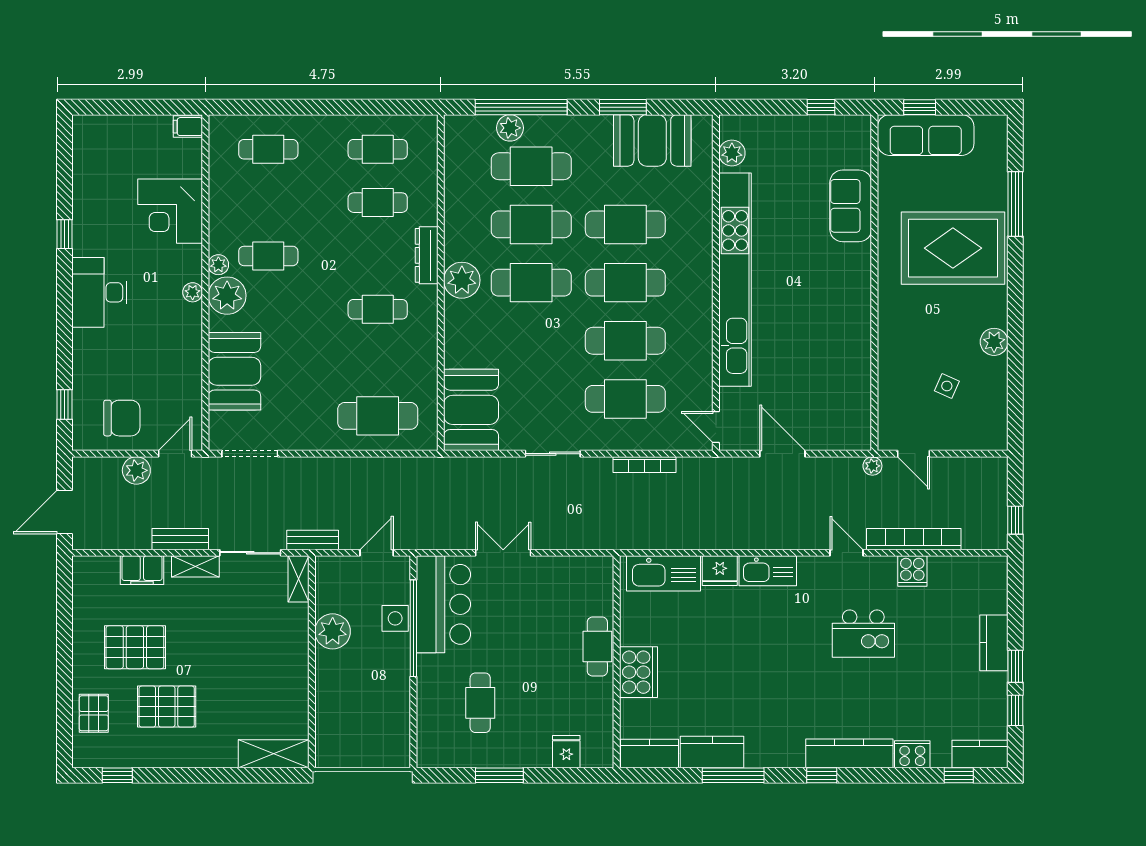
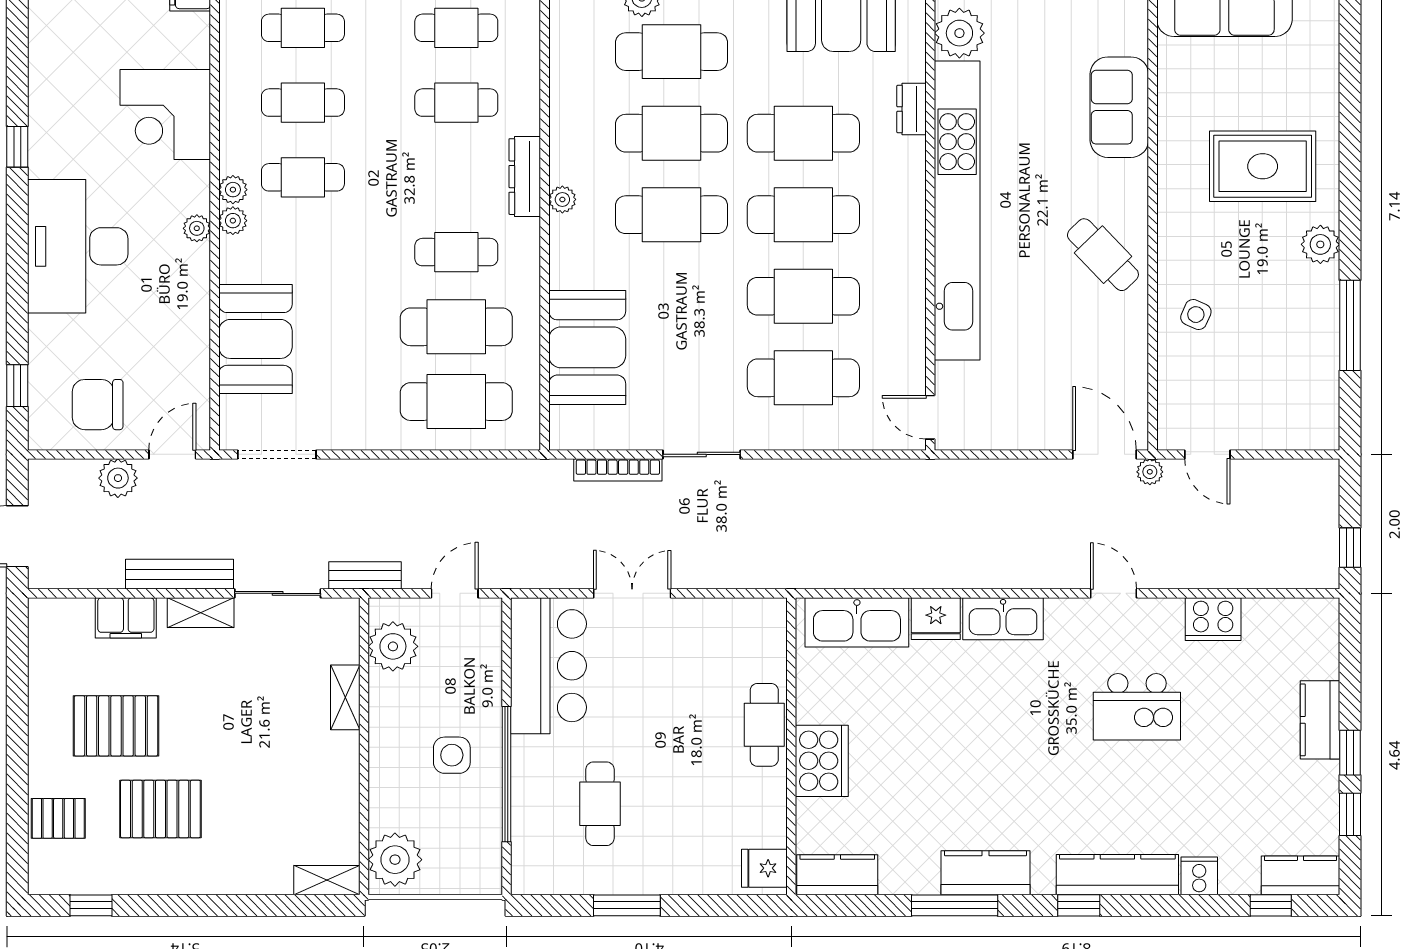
plant: (732, 153) -> (959, 33), width x1.36, depth x1.36
cafe table: (268, 203) -> (303, 103), added
window: (1015, 204) -> (1350, 325), moved
dresser: (702, 207) -> (912, 109), added
rug: (953, 248) -> (1263, 166), width x0.73, depth x0.69
plant: (462, 280) -> (562, 199), width x0.53, depth x0.53
desk: (99, 292) -> (78, 246), width x1.36, depth x1.30
plant: (227, 296) -> (233, 221), width x0.53, depth x0.53
cafe table: (839, 311) -> (1103, 255), added
plant: (994, 342) -> (1320, 244), moved
cafe table: (378, 363) -> (456, 327), added
side table: (947, 386) -> (1196, 315), moved
booth: (471, 410) -> (587, 347), moved
chair: (122, 418) -> (98, 405), turned 180
door: (782, 454) -> (1104, 454), moved
bookcase: (644, 465) -> (618, 470), moved
bench: (180, 539) -> (180, 574), width x1.36
bookcase: (914, 539) -> (1208, 574), removed
cooker: (912, 571) -> (1213, 619), width x1.36
shelving: (298, 579) -> (345, 697), moved
side table: (395, 618) -> (452, 755), moved
window: (413, 628) -> (506, 774), moved
plant: (333, 631) -> (393, 646), moved
pallet: (94, 713) -> (58, 818), turned 90
plant: (334, 743) -> (395, 860), added
fridge: (566, 752) -> (764, 868), moved, turned -90
kitchen counter: (712, 752) -> (985, 873), moved
shelving: (274, 754) -> (327, 880), width x0.67, depth x0.75
cooker: (912, 754) -> (1199, 876), width x0.73

